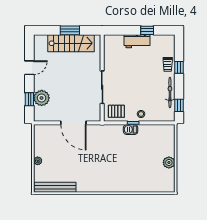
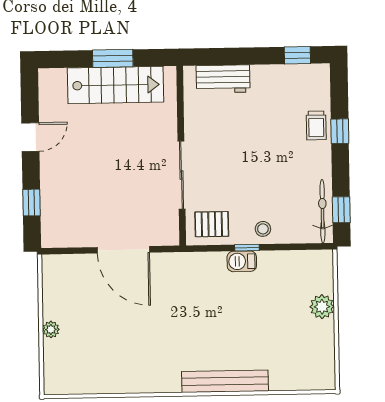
window: (147, 30) -> (297, 55), moved
workbench: (137, 41) -> (223, 79), moved
bicycle: (170, 92) -> (322, 211), moved
plant: (42, 98) -> (57, 199), removed
plant: (169, 162) -> (322, 307), moved
bench: (55, 187) -> (225, 381), moved

